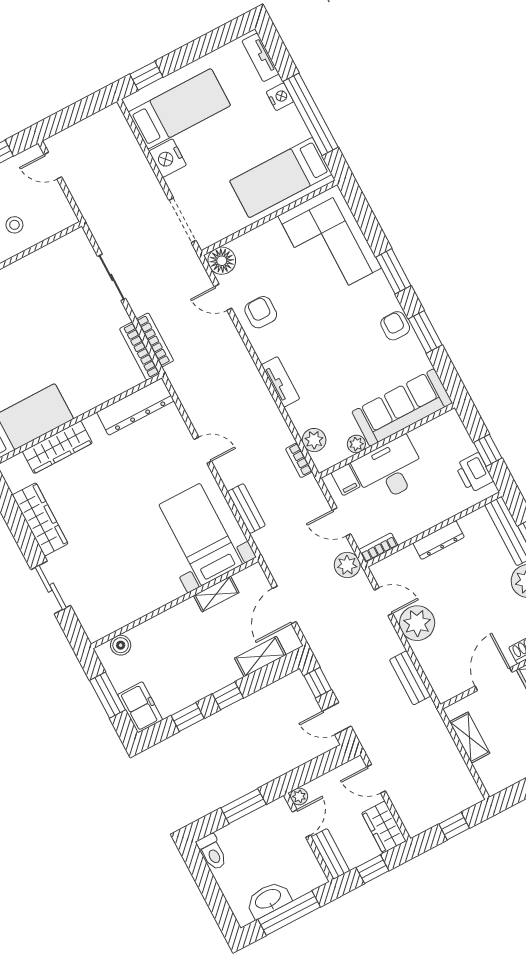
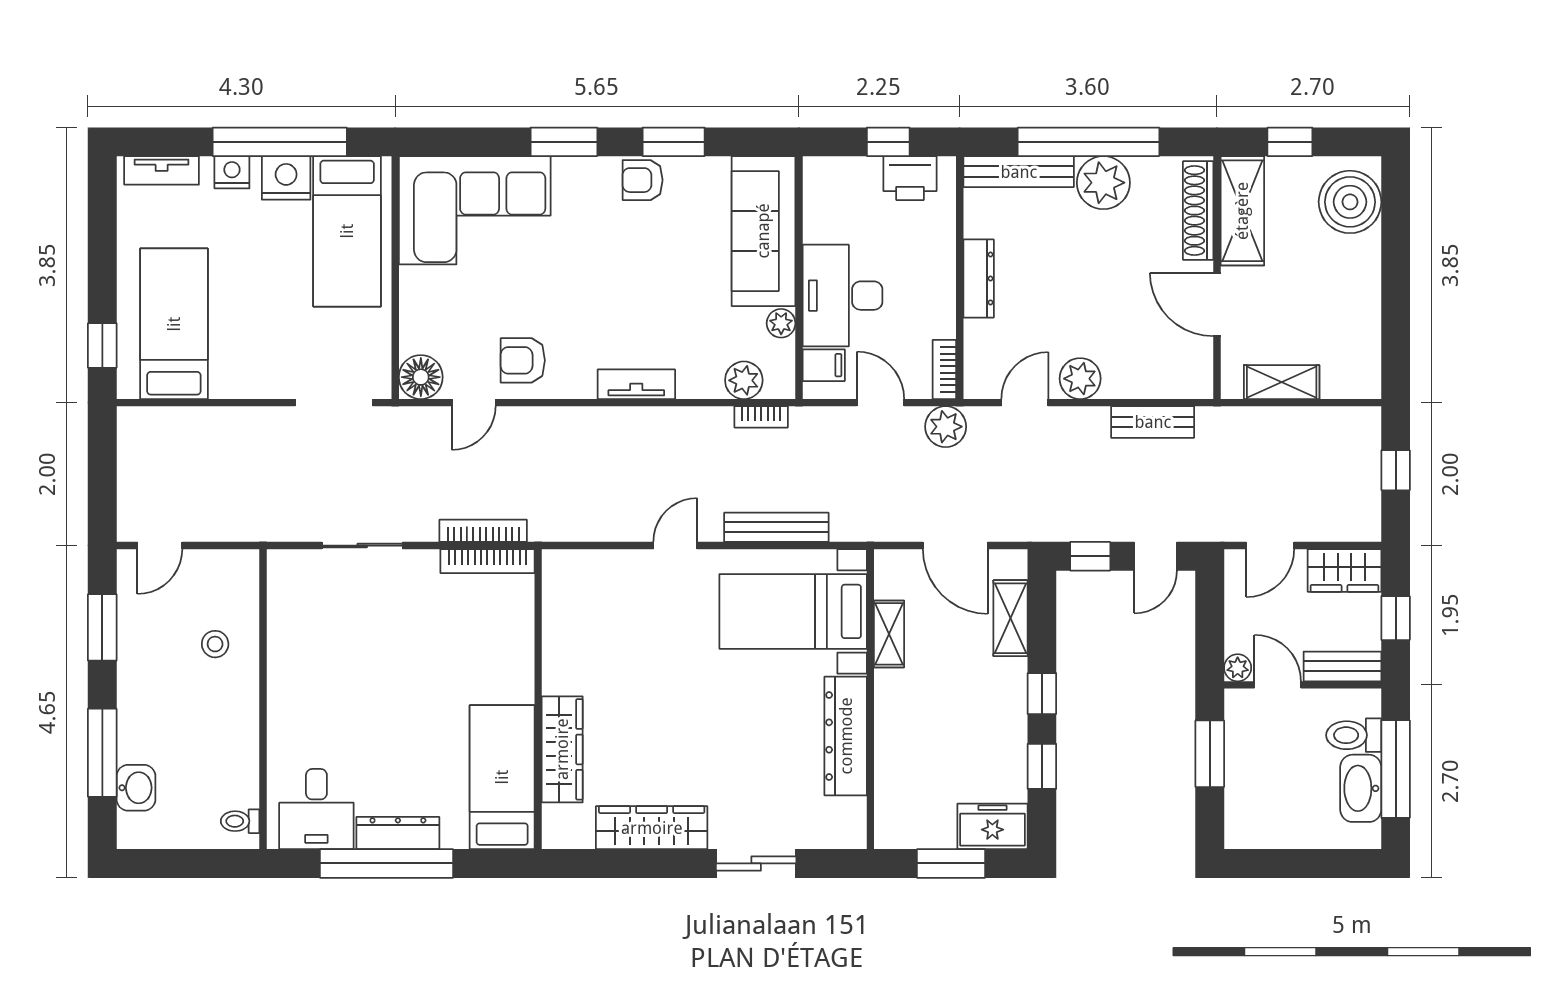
nightstand: (168, 158) -> (286, 178), moved, turned 180
dresser: (135, 407) -> (846, 736), moved, turned 180
bench: (246, 509) -> (776, 527), width x1.36
door: (341, 522) -> (880, 403), swing flipped
plant: (417, 623) -> (1080, 379), width x0.73, depth x0.73
boiler: (121, 645) -> (890, 808), removed
toilet: (212, 852) -> (1354, 735), moved, turned 180

